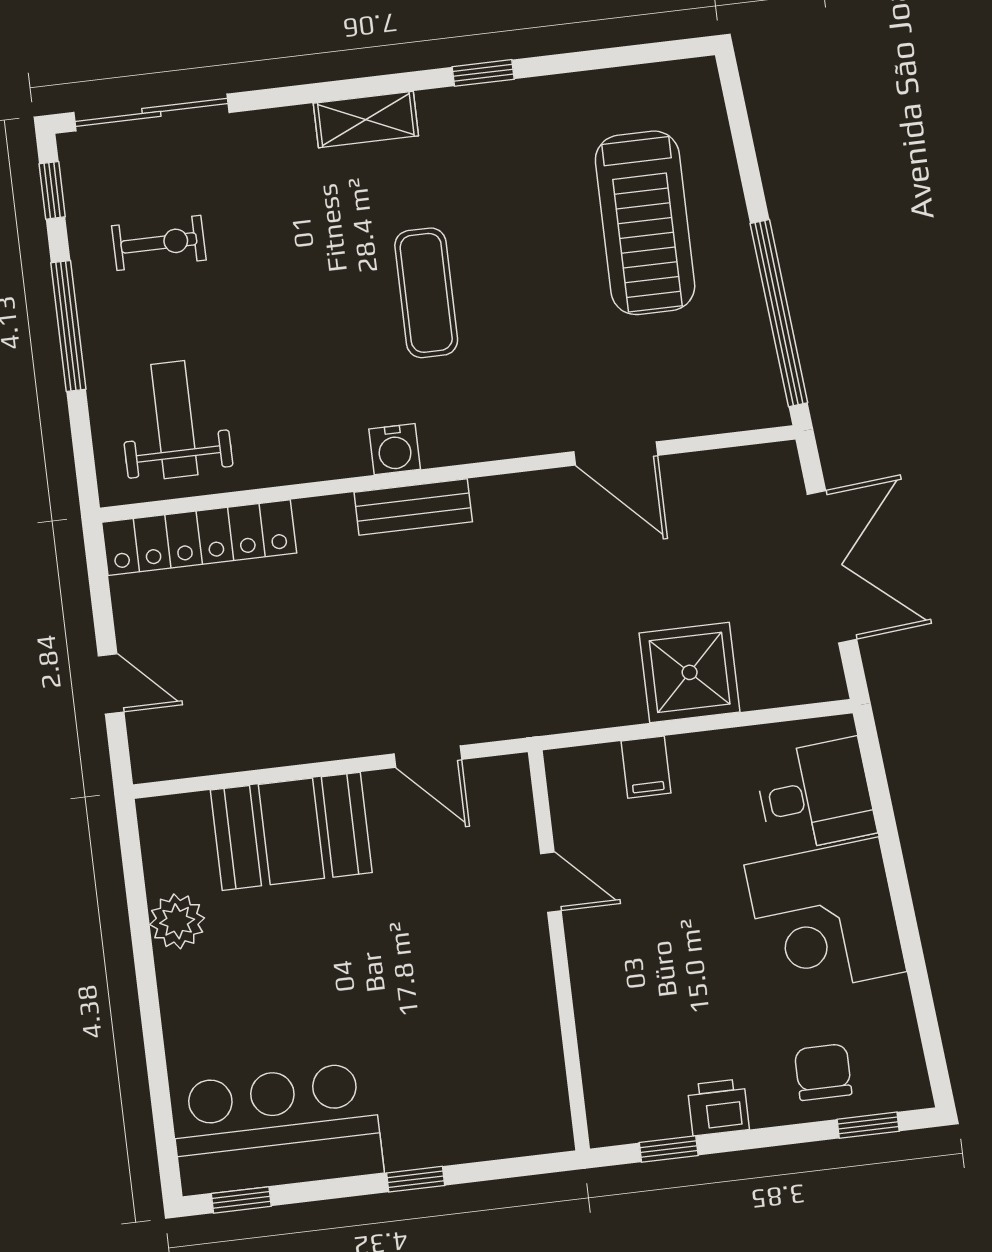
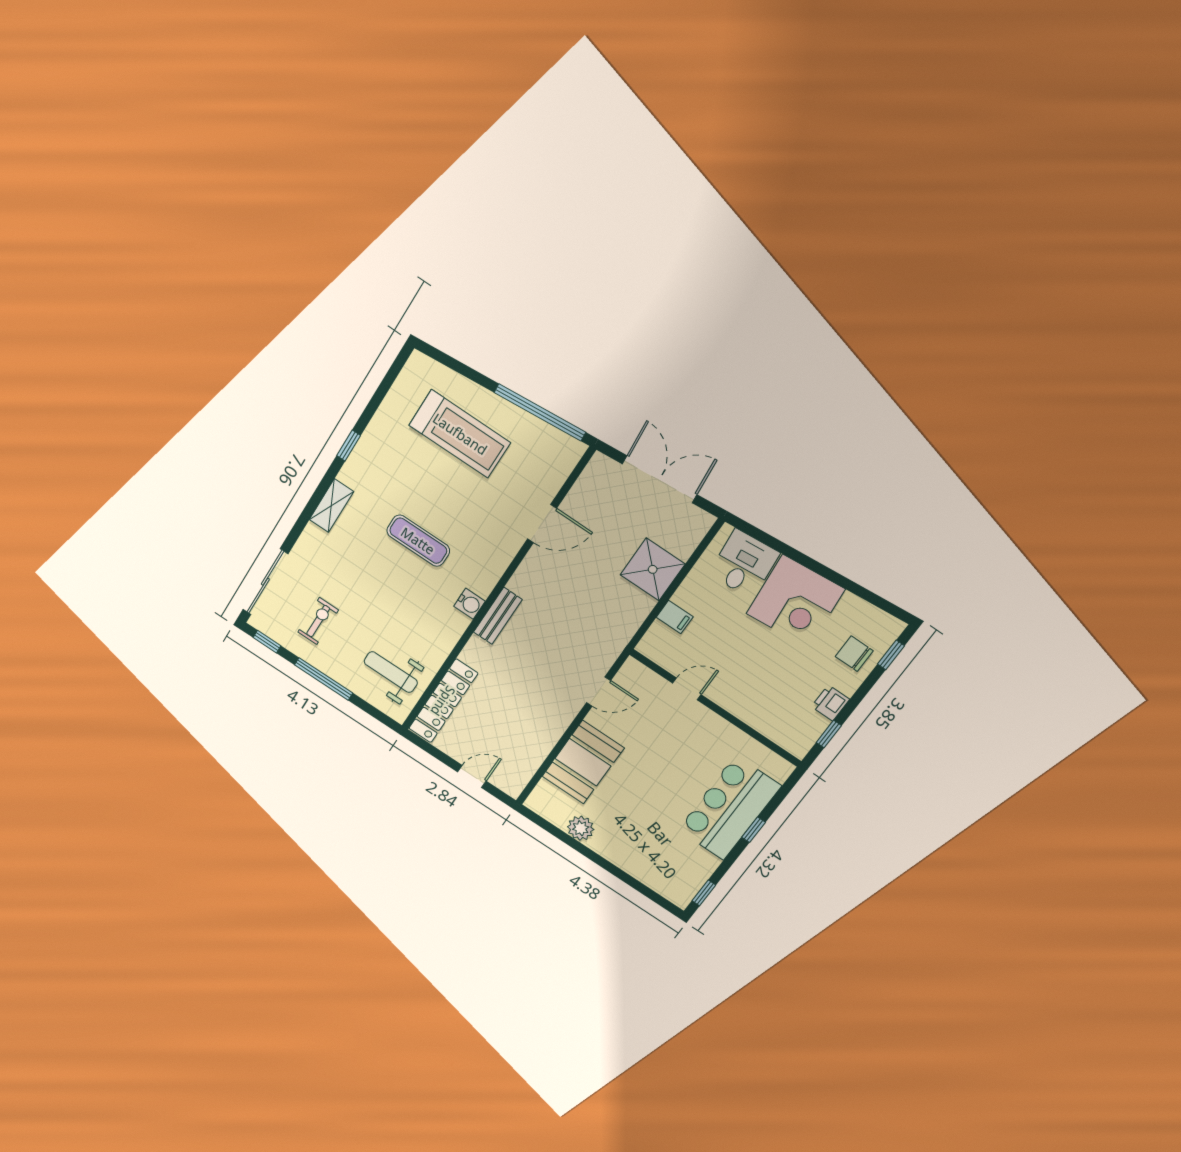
bar counter: (277, 1129) -> (729, 808), moved

